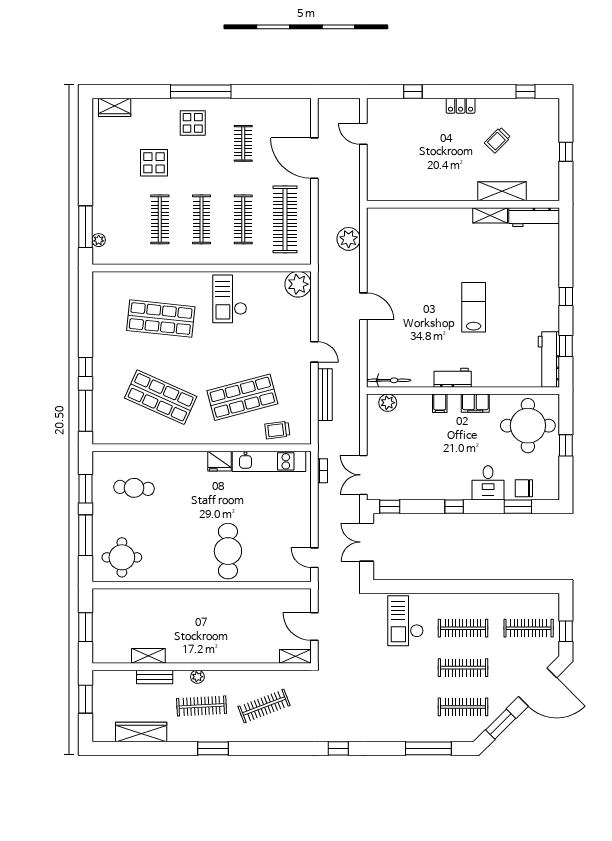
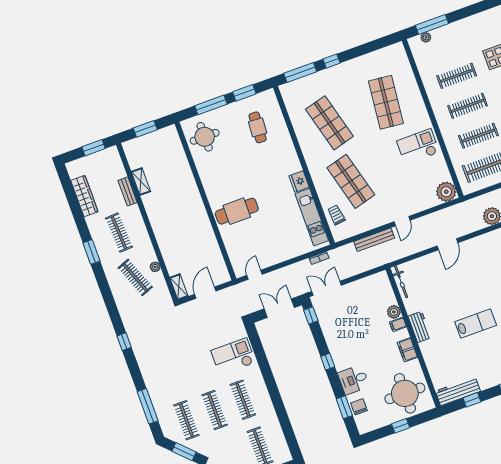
shop shelf: (161, 397) -> (329, 123), turned -39
plant: (388, 403) -> (394, 312), moved
plant: (197, 677) -> (155, 267), moved

